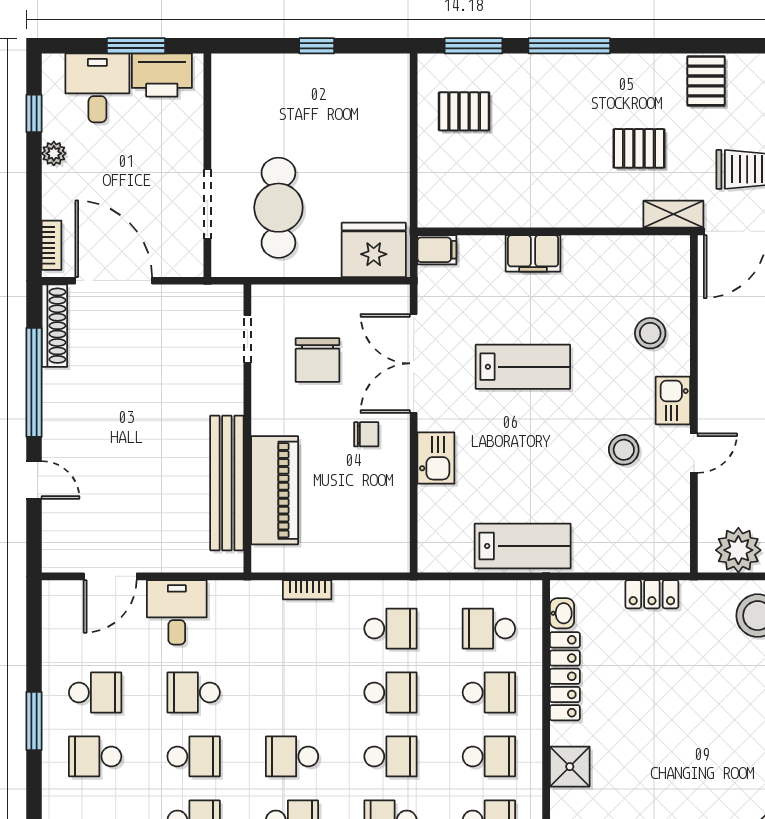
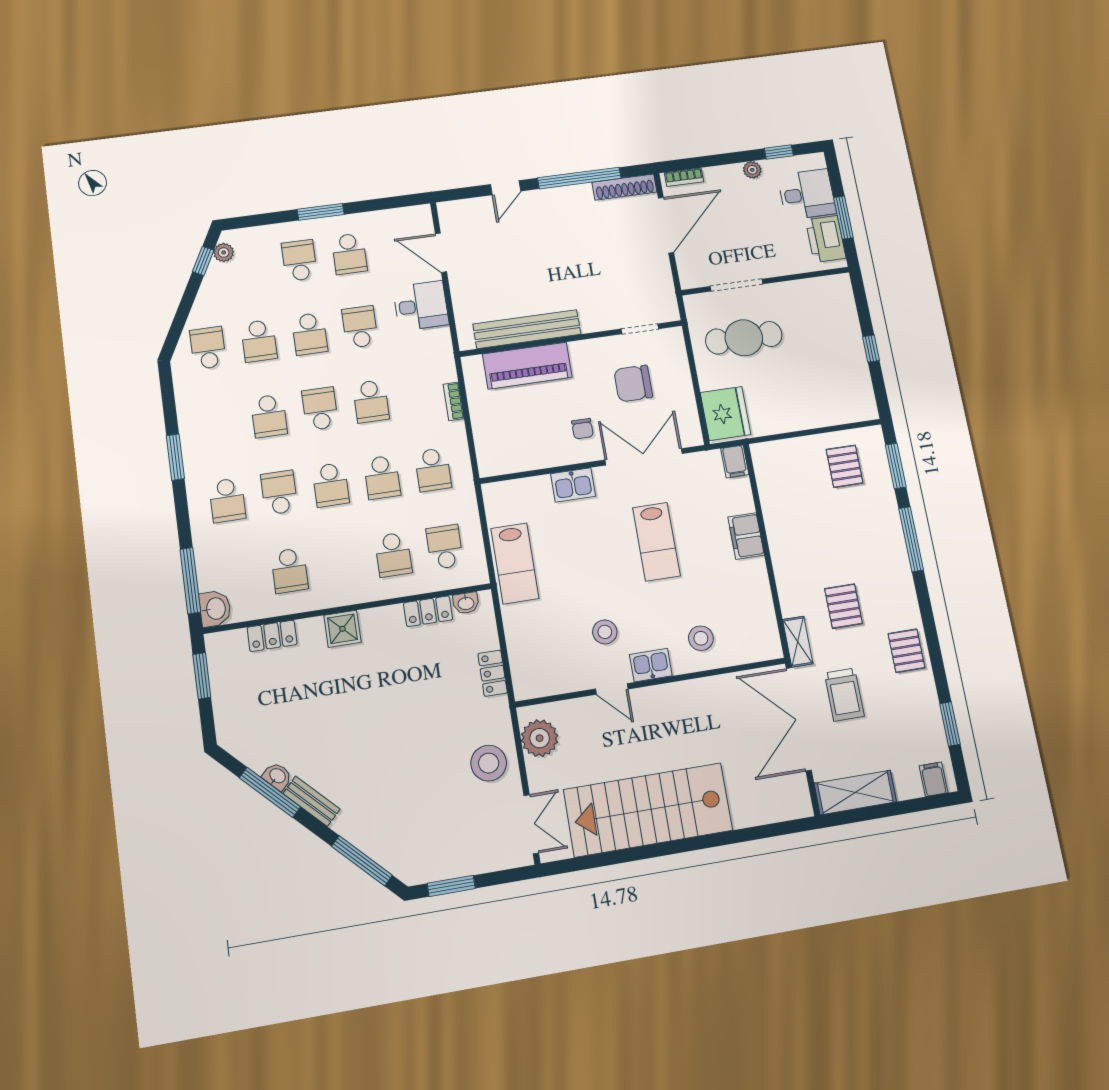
pallet: (706, 81) -> (906, 651), turned 90
locker: (565, 676) -> (428, 611), width x0.66
school desk: (489, 756) -> (371, 401), moved

